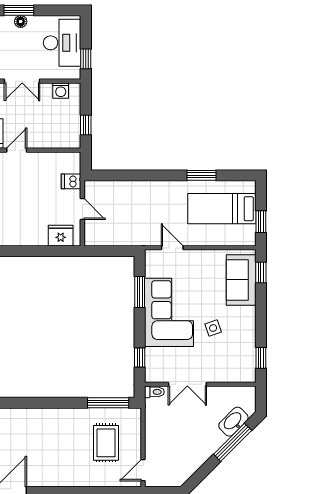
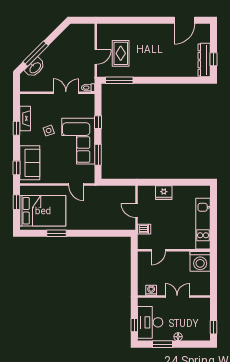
window: (19, 10) -> (162, 344), moved
window: (86, 59) -> (134, 325), moved
window: (86, 125) -> (134, 267), removed
door: (17, 150) -> (158, 250), moved
bed: (222, 209) -> (43, 211), width x1.50
fridge: (61, 236) -> (164, 193), moved
fireplace: (248, 346) -> (25, 118), added
window: (140, 357) -> (98, 122), moved
window: (261, 358) -> (17, 128), moved
door: (143, 470) -> (96, 57), moved

